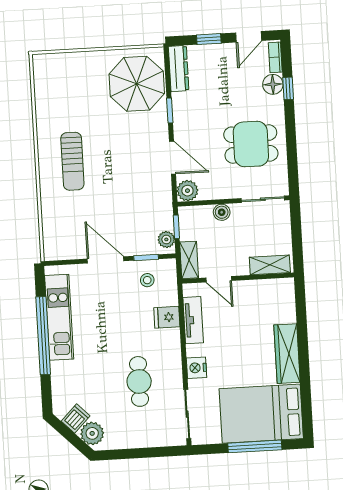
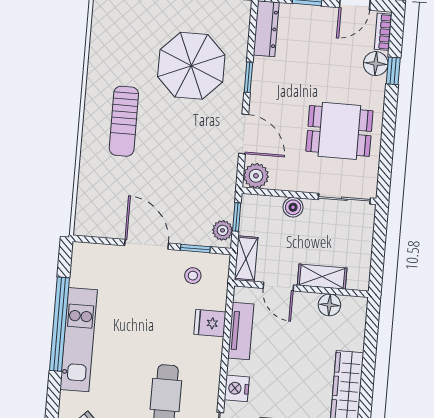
parasol: (137, 84) -> (191, 66), moved
shelving: (270, 265) -> (322, 277), moved
floor lamp: (263, 288) -> (329, 305), added
kitchen unit: (59, 317) -> (79, 340), moved

